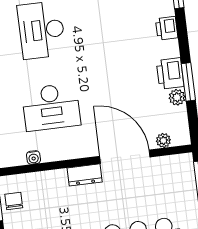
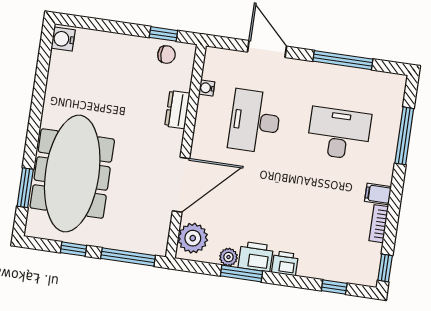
printer: (167, 28) -> (285, 263), moved
plant: (163, 140) -> (193, 238), width x1.87, depth x1.87
dresser: (85, 175) -> (177, 110), moved

